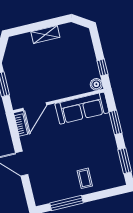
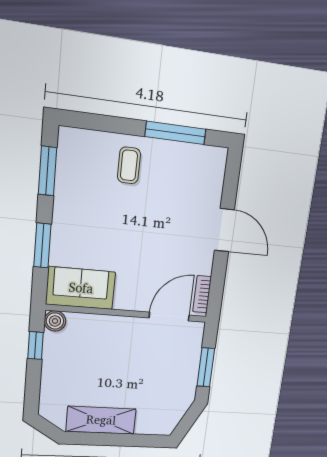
shelving: (45, 34) -> (101, 420), width x1.50, depth x1.33
sofa: (82, 108) -> (81, 288), width x0.73

